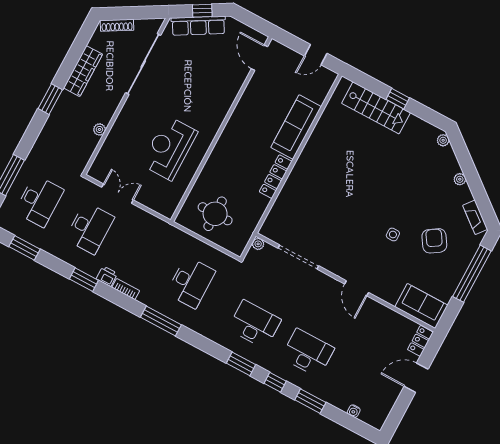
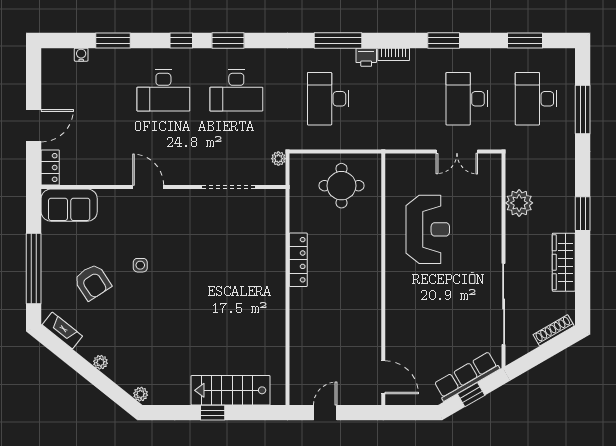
sofa: (296, 127) -> (305, 324), removed
plant: (99, 129) -> (519, 203), width x1.88, depth x1.88
plant: (258, 244) -> (278, 159), moved
printer: (107, 276) -> (366, 57), moved
window: (310, 401) -> (113, 41), moved

